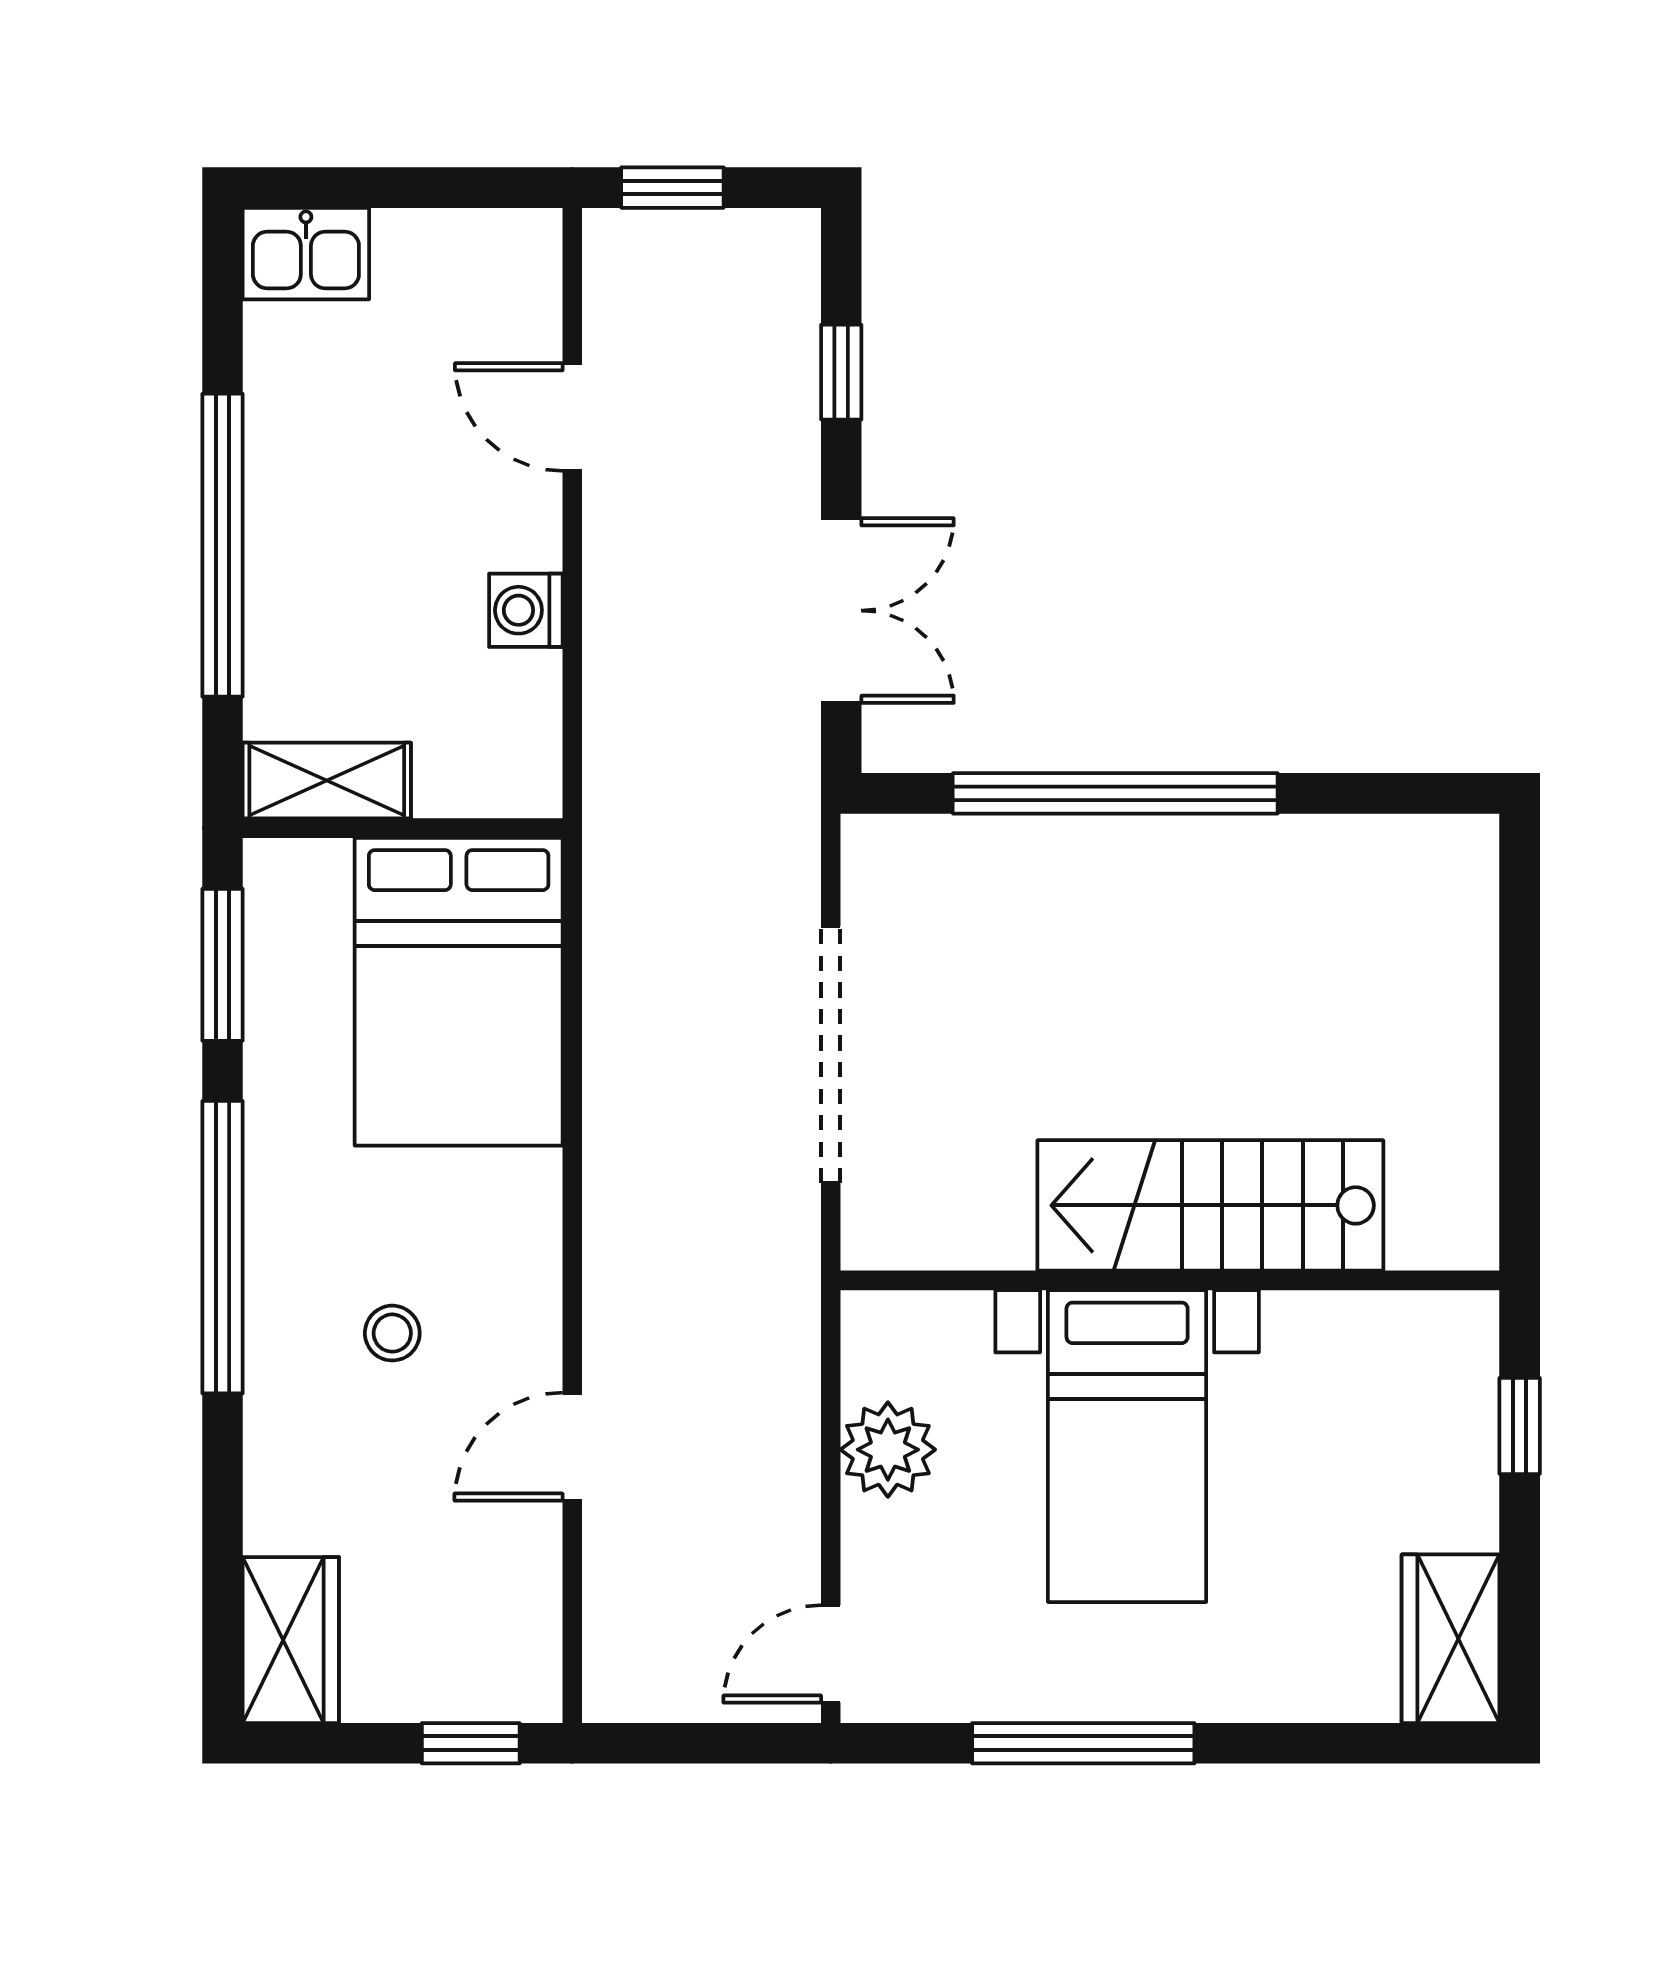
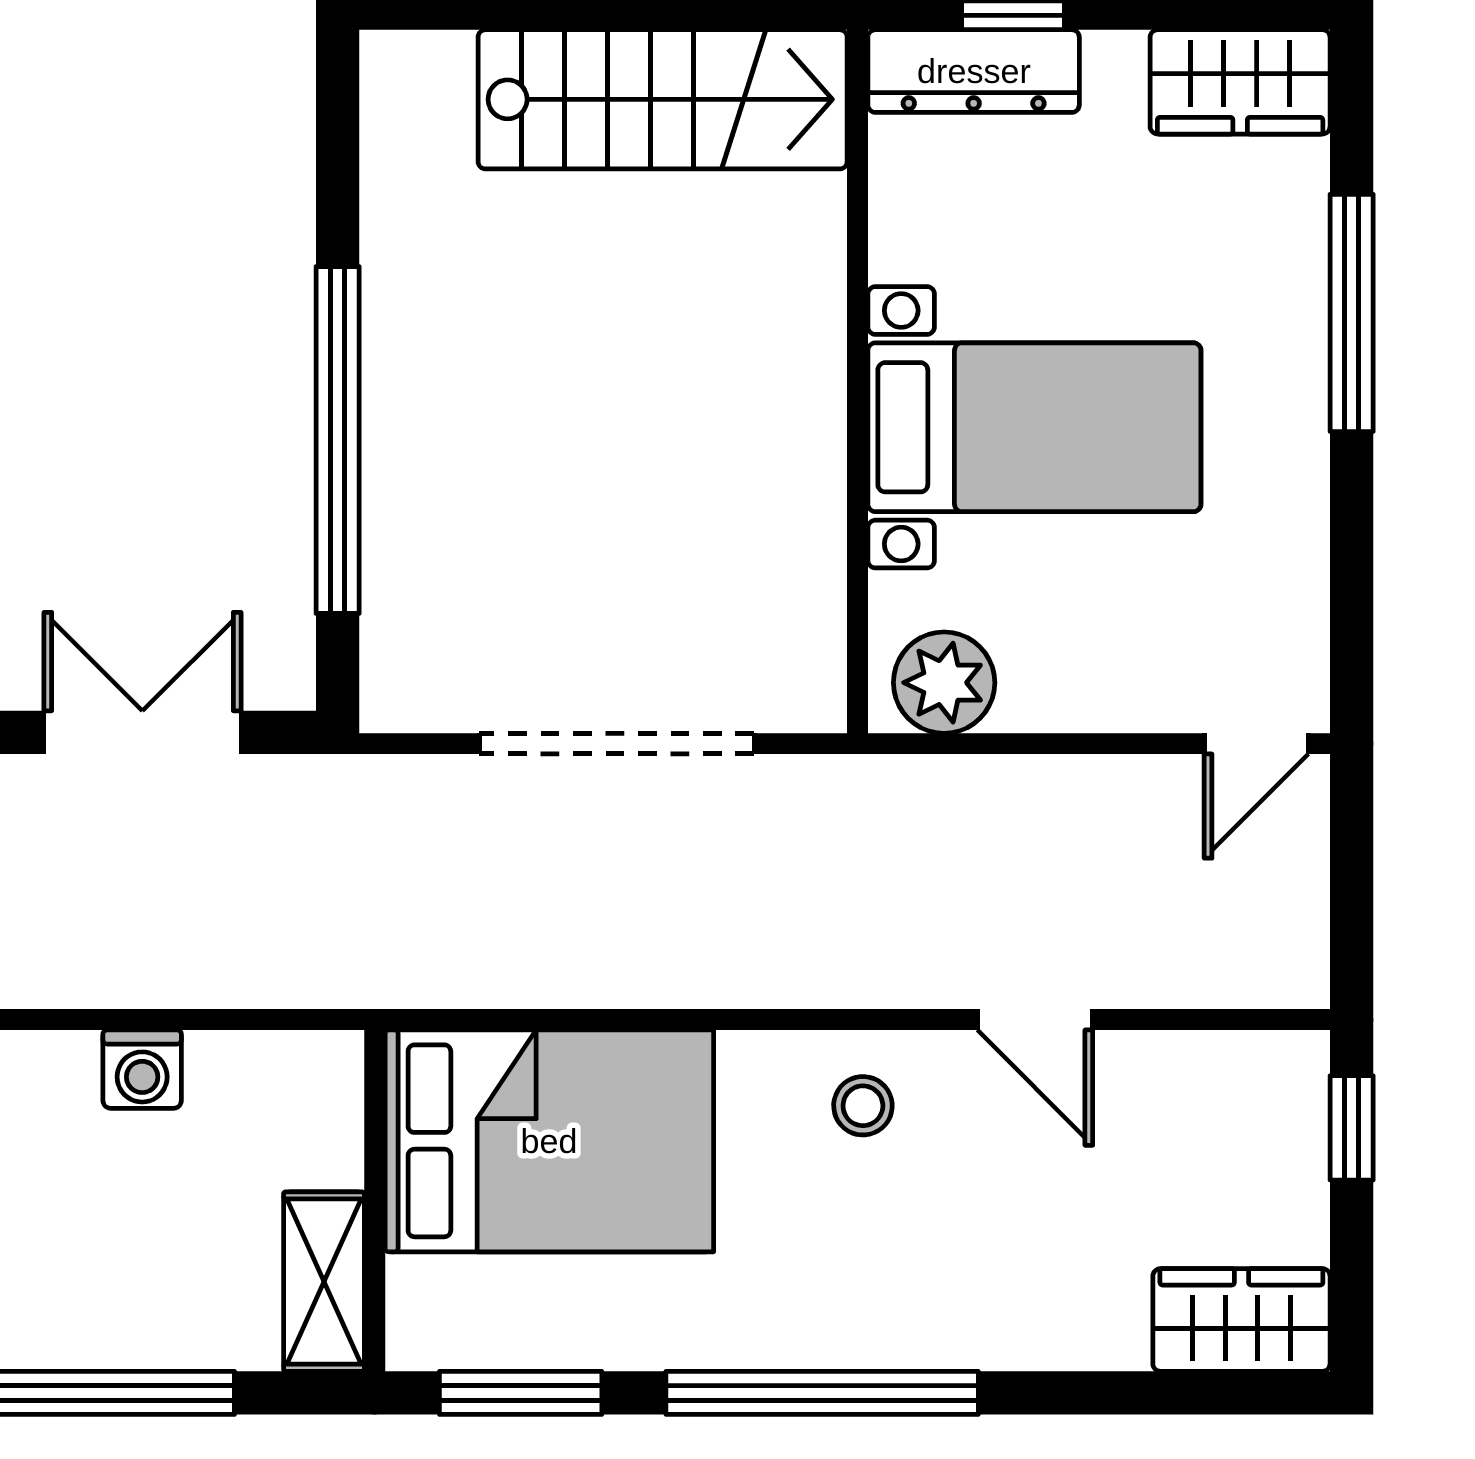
stairs: (1210, 1205) -> (663, 99), moved, turned -90
stool: (392, 1333) -> (863, 1106), moved
dresser: (1461, 1389) -> (974, 71), added
plant: (888, 1450) -> (944, 683), moved
door: (831, 1654) -> (1256, 744), hinge flipped
window: (1083, 1743) -> (1352, 313), moved

